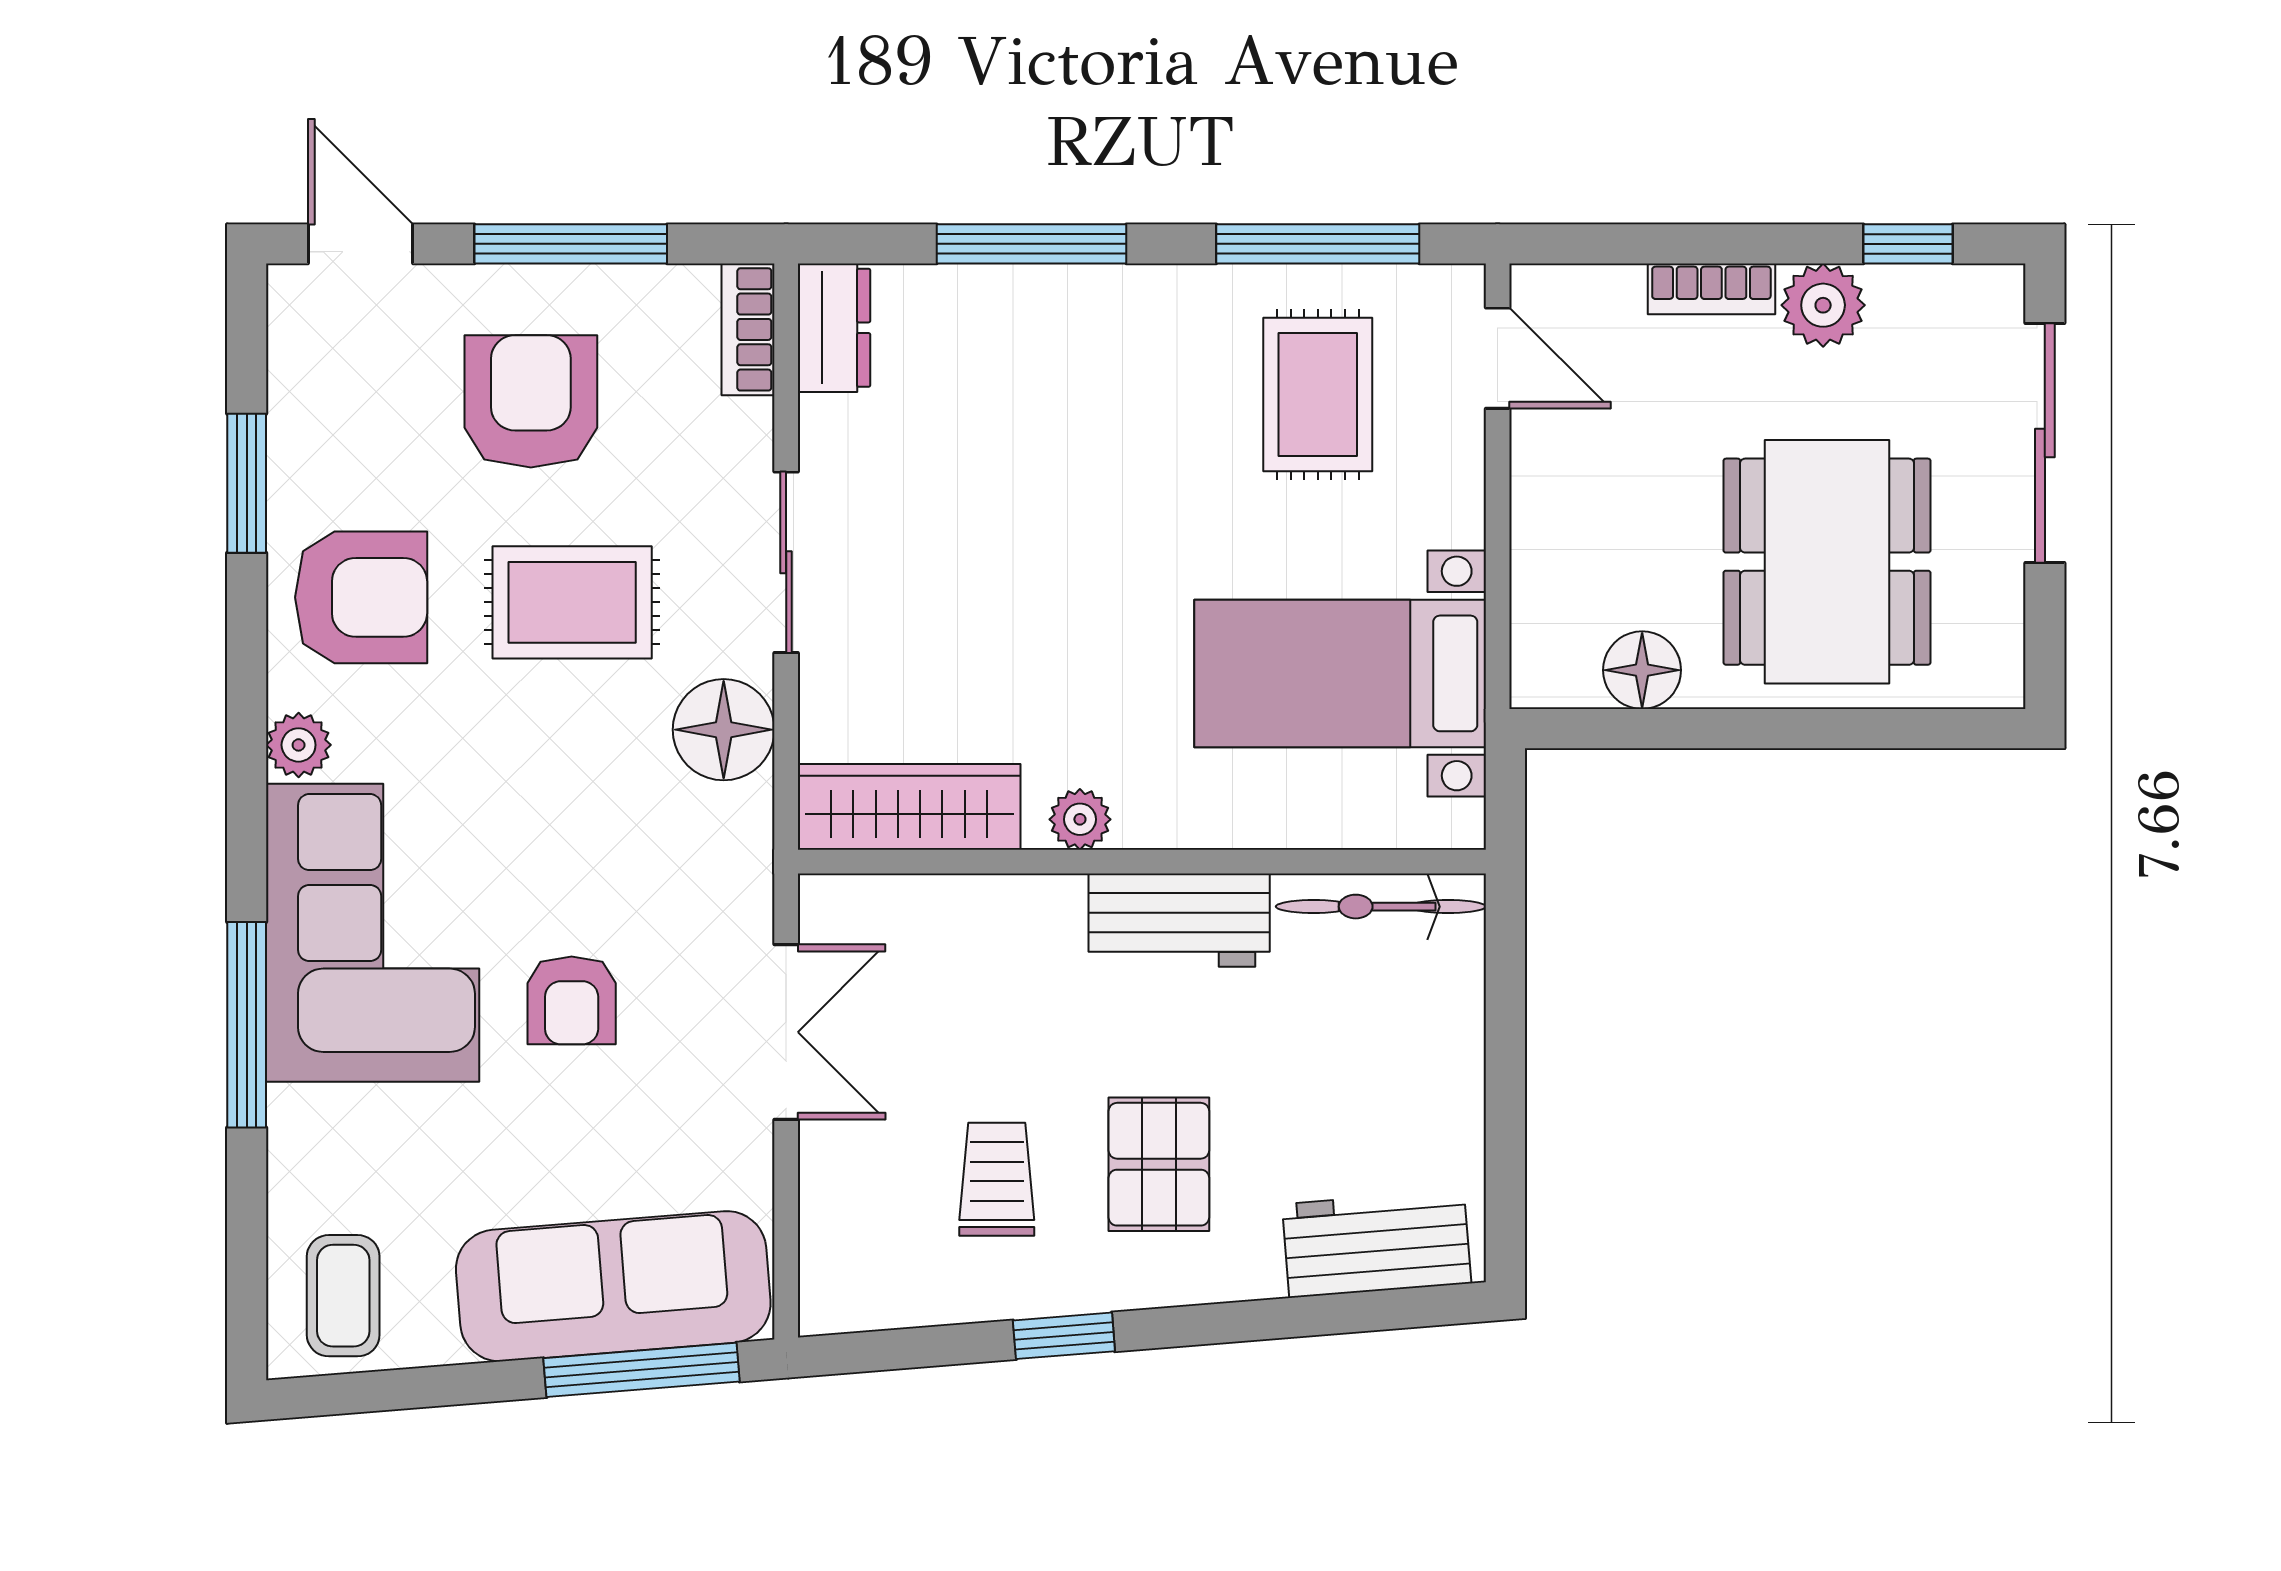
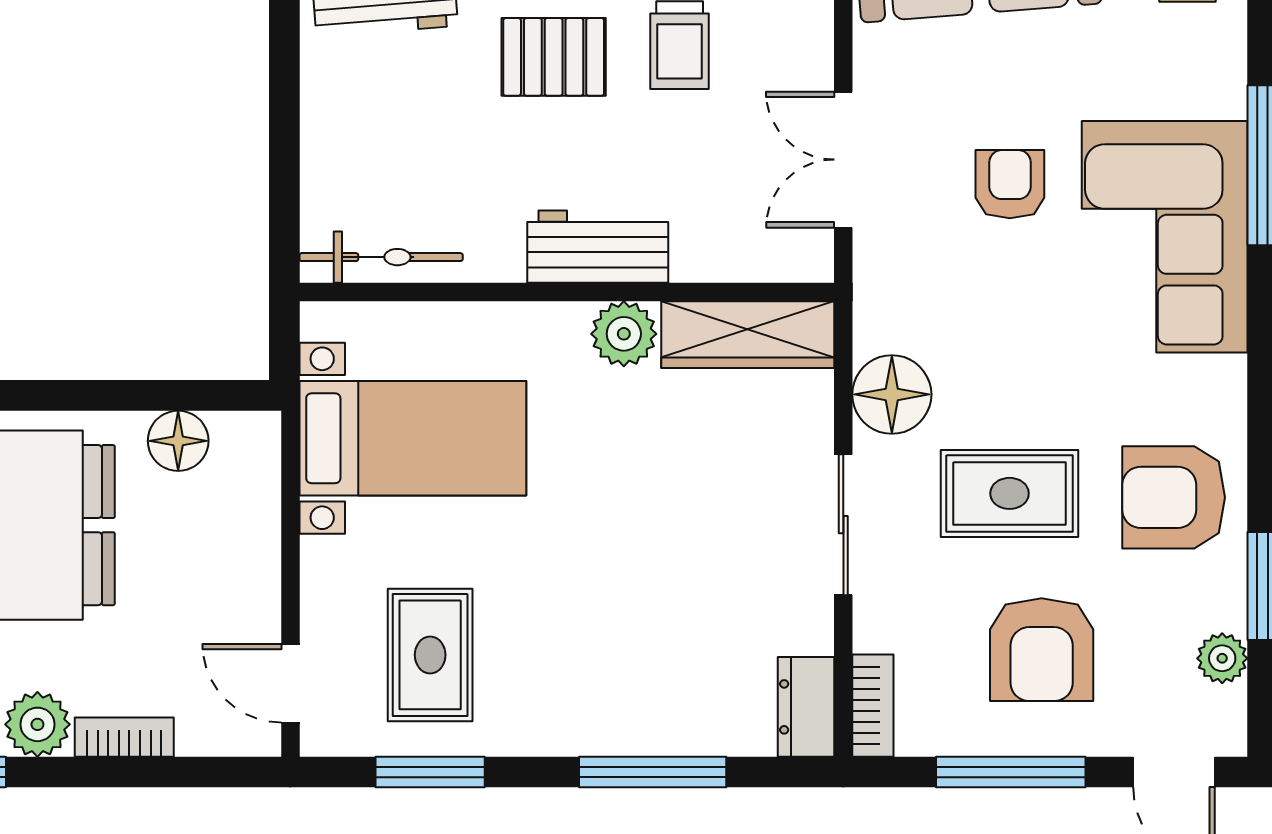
window: (1318, 244) -> (430, 772), width x0.69
plant: (299, 745) -> (1222, 658), moved
plant: (1080, 819) -> (624, 334), width x1.38, depth x1.38
workbench: (1179, 920) -> (598, 247), moved
pallet: (1159, 1164) -> (554, 57), turned 90

